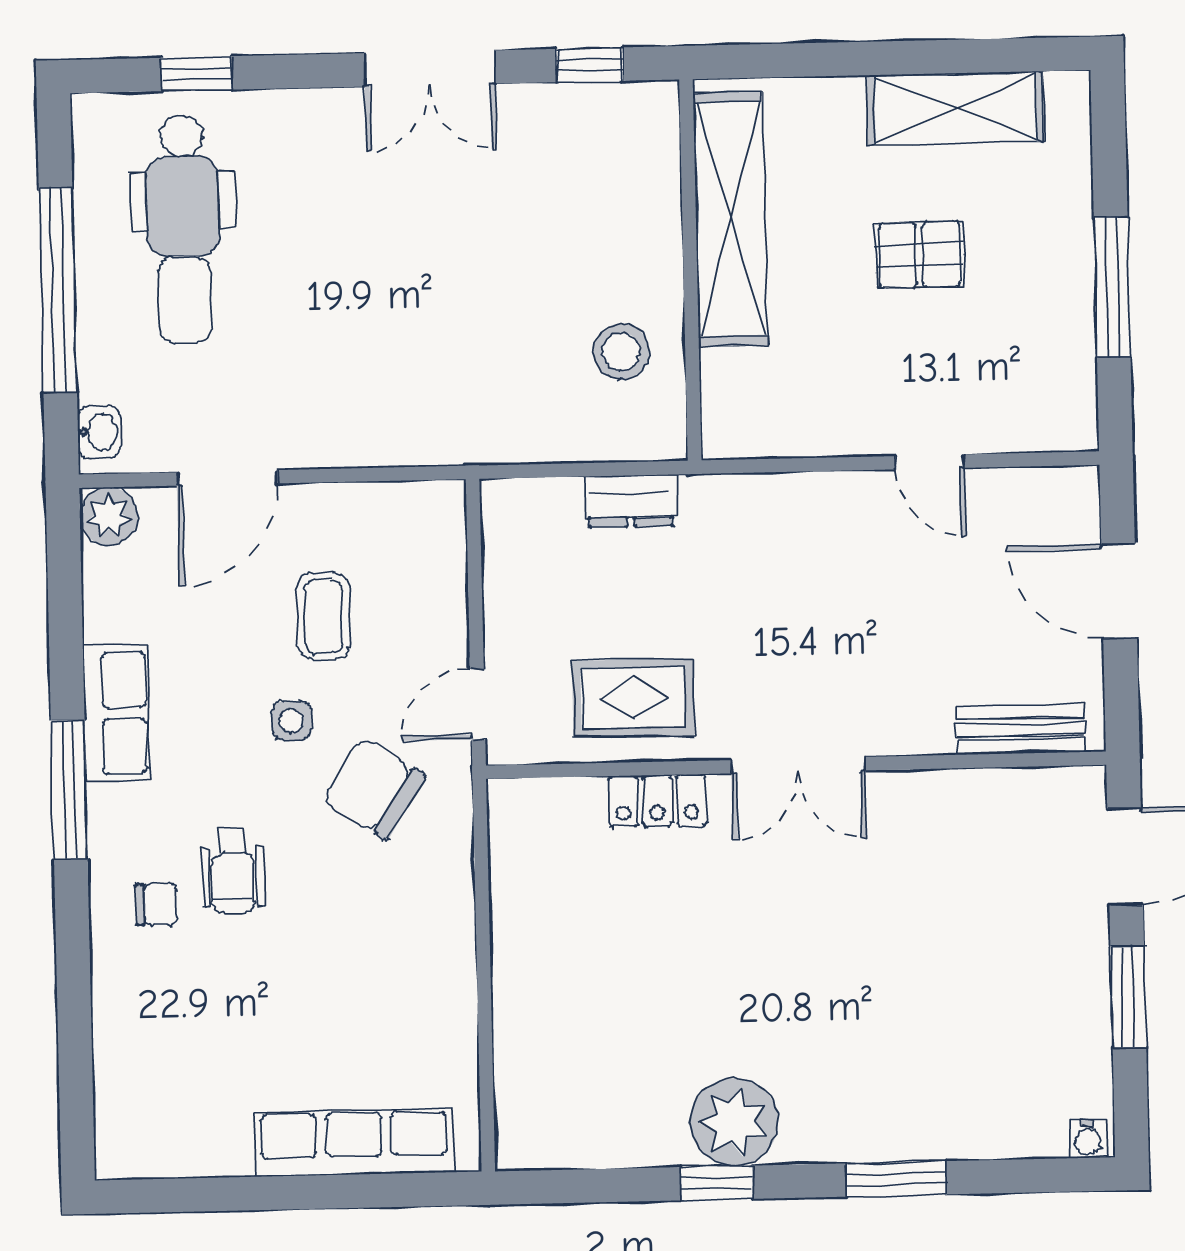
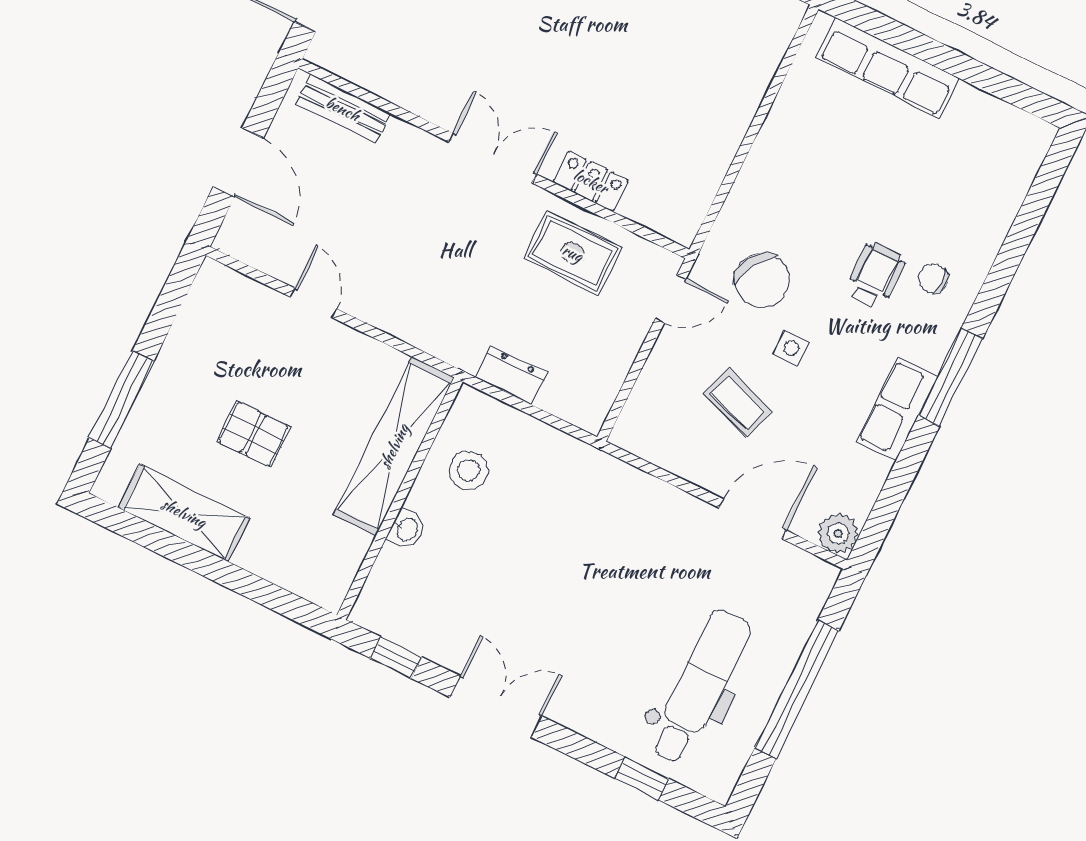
shelving: (730, 219) -> (394, 446), moved
window: (1112, 287) -> (122, 400), moved
washbasin: (99, 432) -> (407, 529), moved, turned 180
coffee table: (324, 616) -> (738, 402), turned -71

